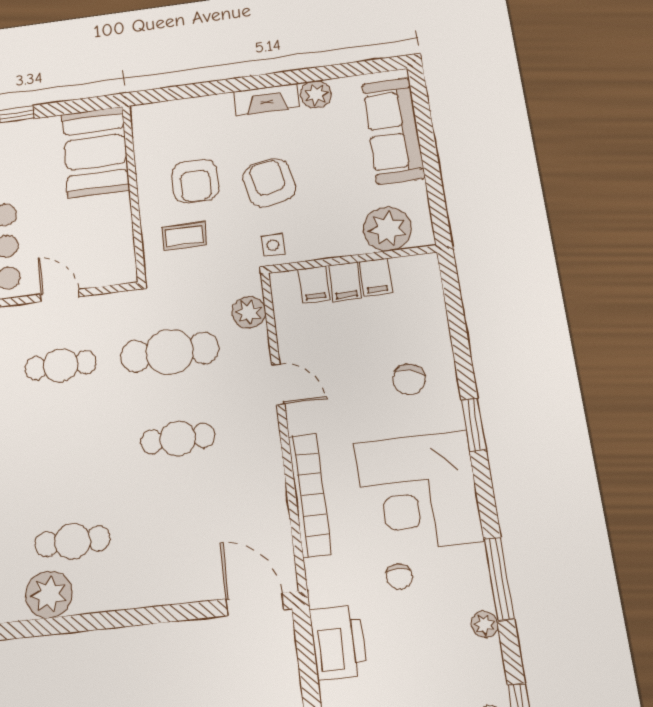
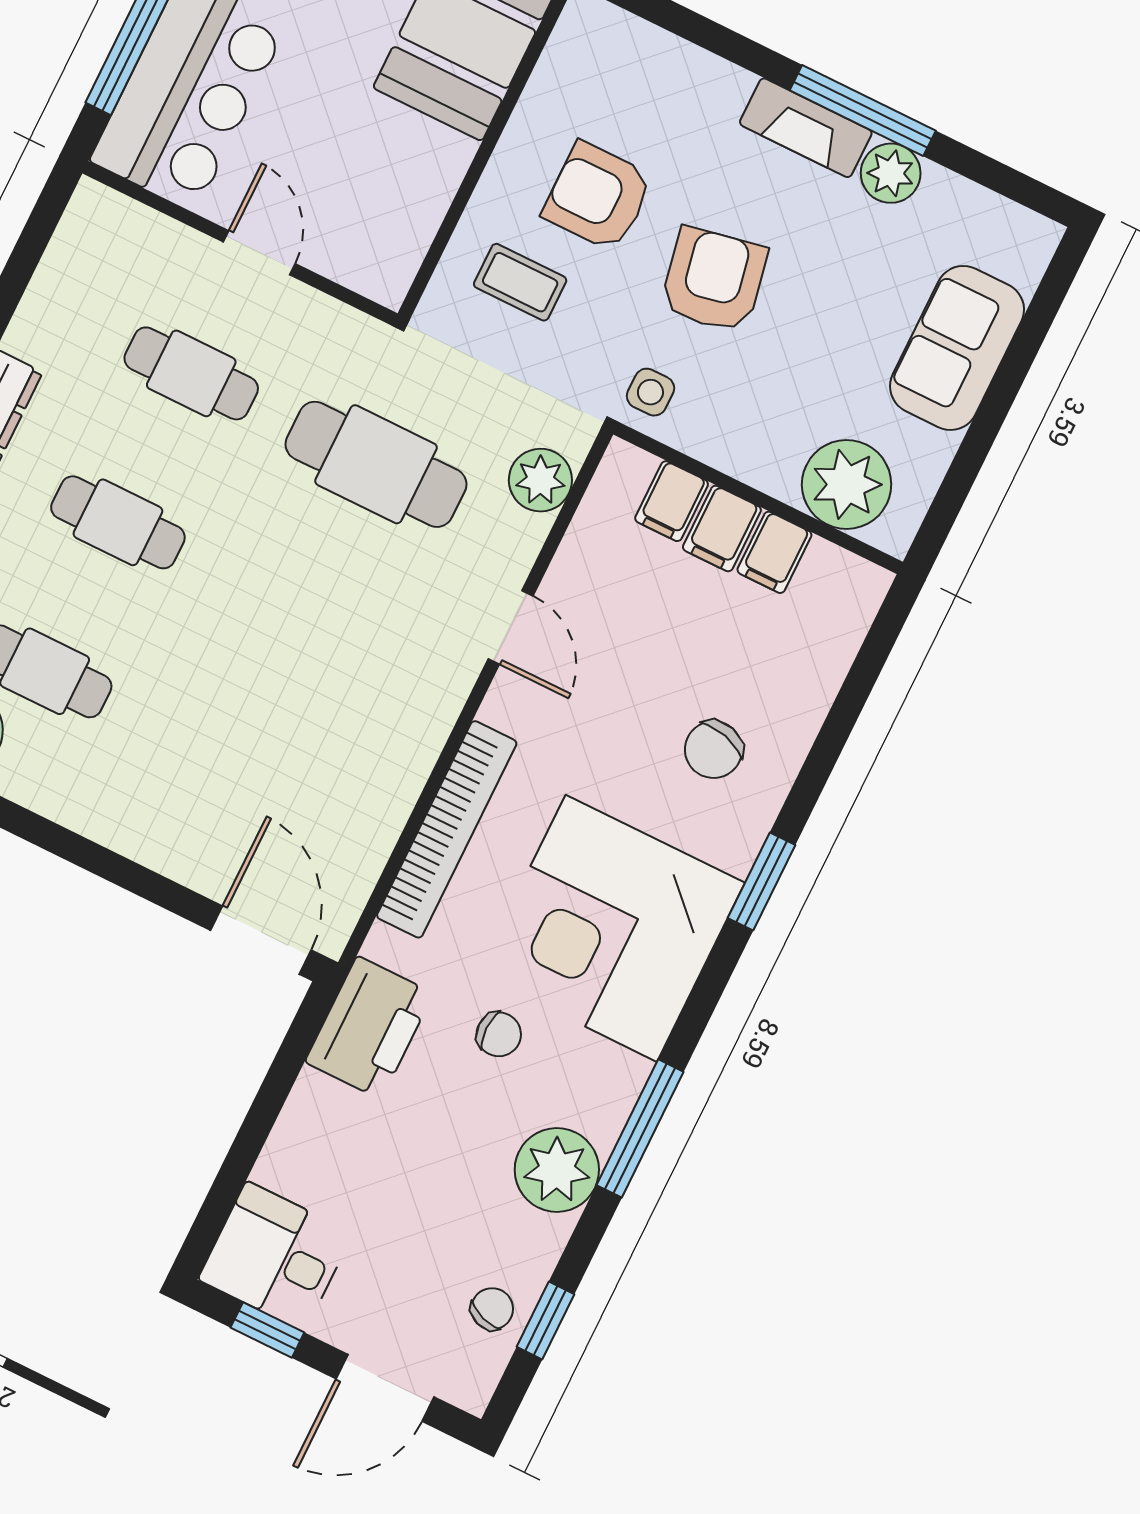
window: (287, 78) -> (863, 110), added
sofa: (393, 131) -> (957, 348), width x0.73
armchair: (195, 181) -> (598, 196), turned 90
cafe table: (178, 438) -> (118, 522), moved
chair: (399, 577) -> (499, 1034), turned -90
plant: (485, 624) -> (557, 1170), width x1.88, depth x1.88
printer: (338, 642) -> (369, 1028), moved

